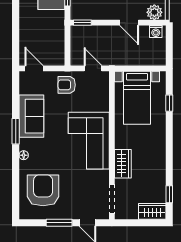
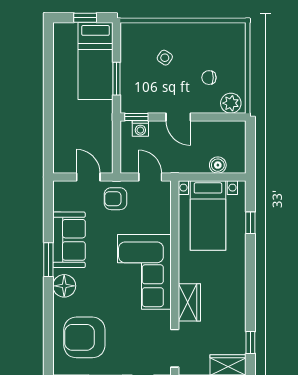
door: (129, 23) -> (178, 117), moved
washing machine: (156, 32) -> (140, 128), moved
boiler: (144, 59) -> (218, 165), added
door: (34, 68) -> (88, 177), moved
floor lamp: (24, 155) -> (64, 286), width x1.89, depth x1.89
armchair: (43, 190) -> (84, 337), turned -90

